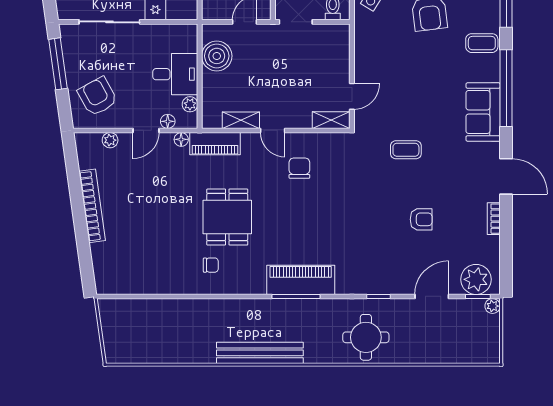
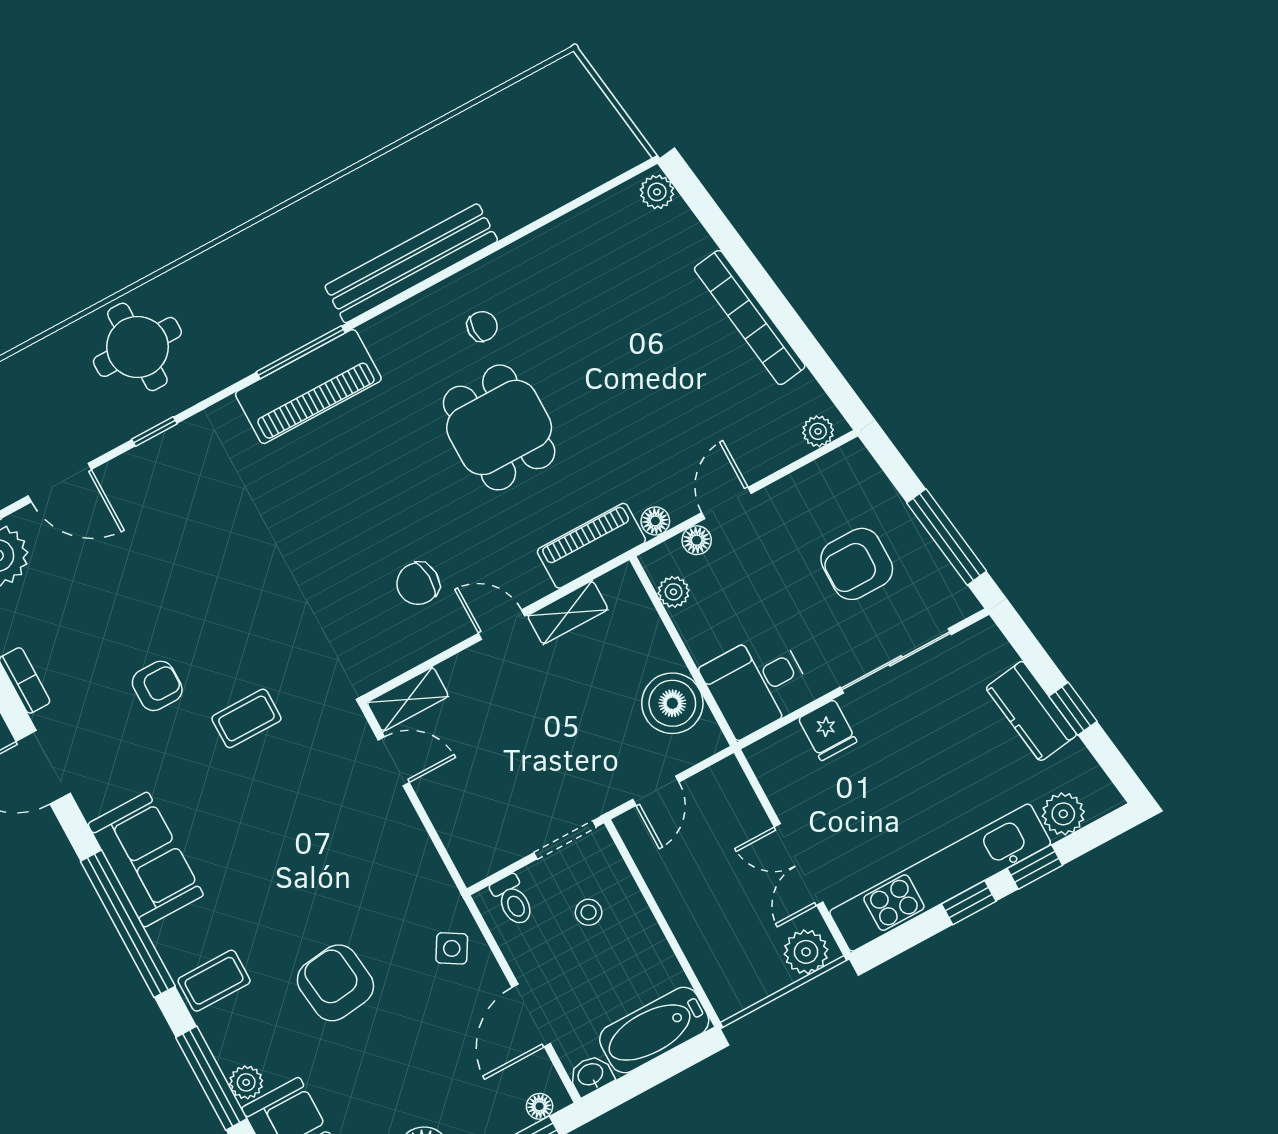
desk: (175, 74) -> (757, 684), moved
armchair: (97, 96) -> (857, 564), moved, turned 119
door: (352, 96) -> (394, 761), swing flipped
plant: (110, 140) -> (818, 431), moved
chair: (299, 168) -> (418, 584), turned 87
armchair: (421, 219) -> (157, 686), moved, turned 180
chair: (211, 265) -> (482, 326), turned 180
plant: (103, 282) -> (657, 192), added
door: (432, 296) -> (60, 483), hinge flipped
bench: (260, 353) -> (411, 263), moved

